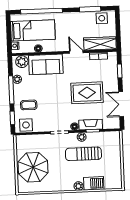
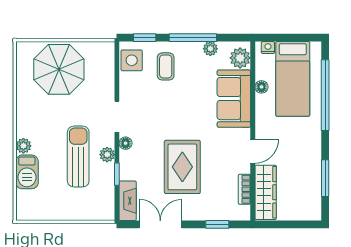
side table: (102, 18) -> (309, 197), removed
fireplace: (91, 125) -> (128, 201), moved

